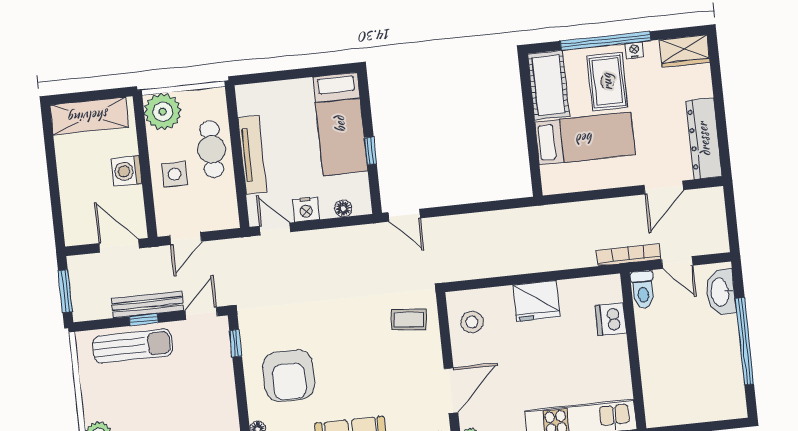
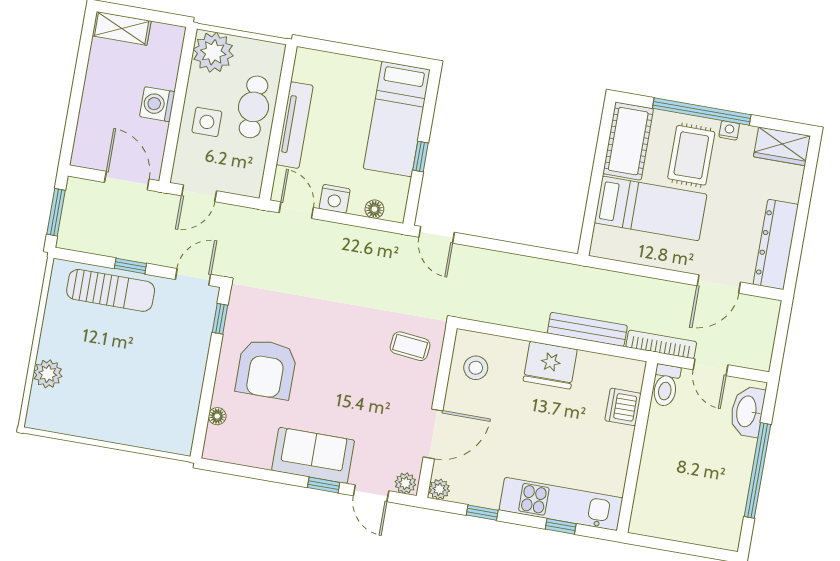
shelving: (89, 116) -> (122, 28), width x0.67, depth x0.75
bench: (147, 304) -> (587, 329), moved

